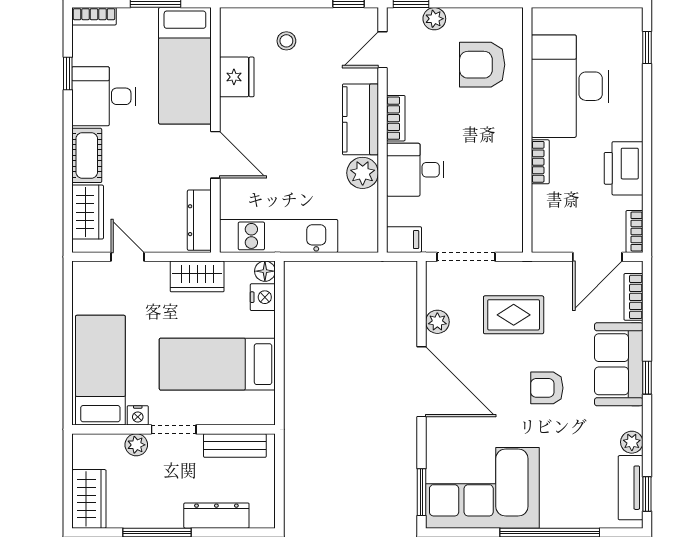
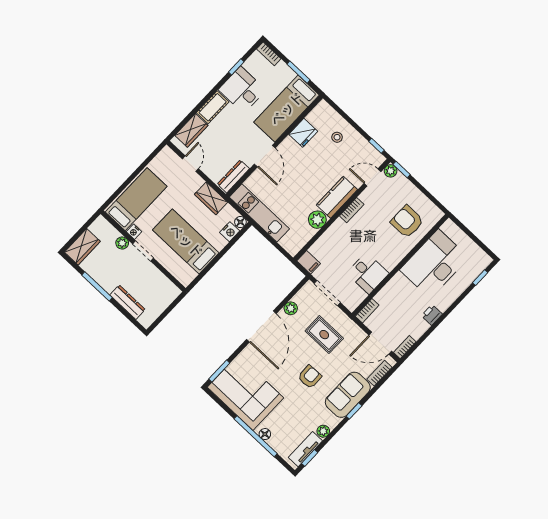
plant: (434, 19) -> (391, 171), moved
bookcase: (540, 162) -> (367, 311), moved
printer: (624, 168) -> (432, 315), width x0.53, depth x0.68
desk: (415, 170) -> (368, 273), moved, turned 180
armchair: (547, 388) -> (310, 377), turned 88
bench: (235, 445) -> (162, 281), removed
floor lamp: (559, 518) -> (265, 434), added

